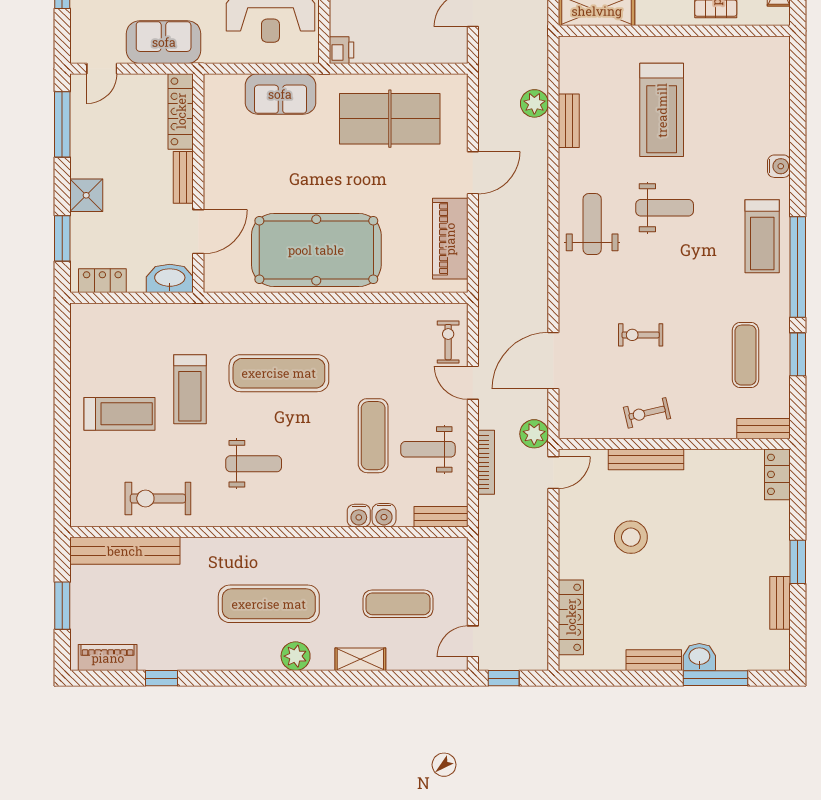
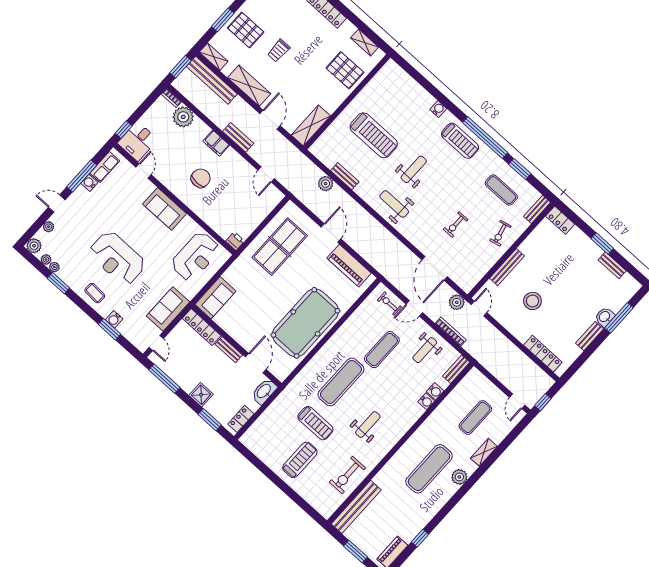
sofa: (280, 94) -> (216, 298), moved
exercise bike: (647, 413) -> (500, 233), moved
exercise mat: (373, 436) -> (382, 350), moved, turned 90

